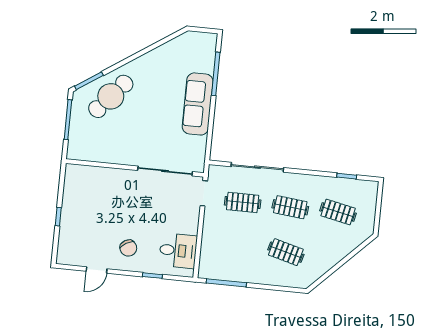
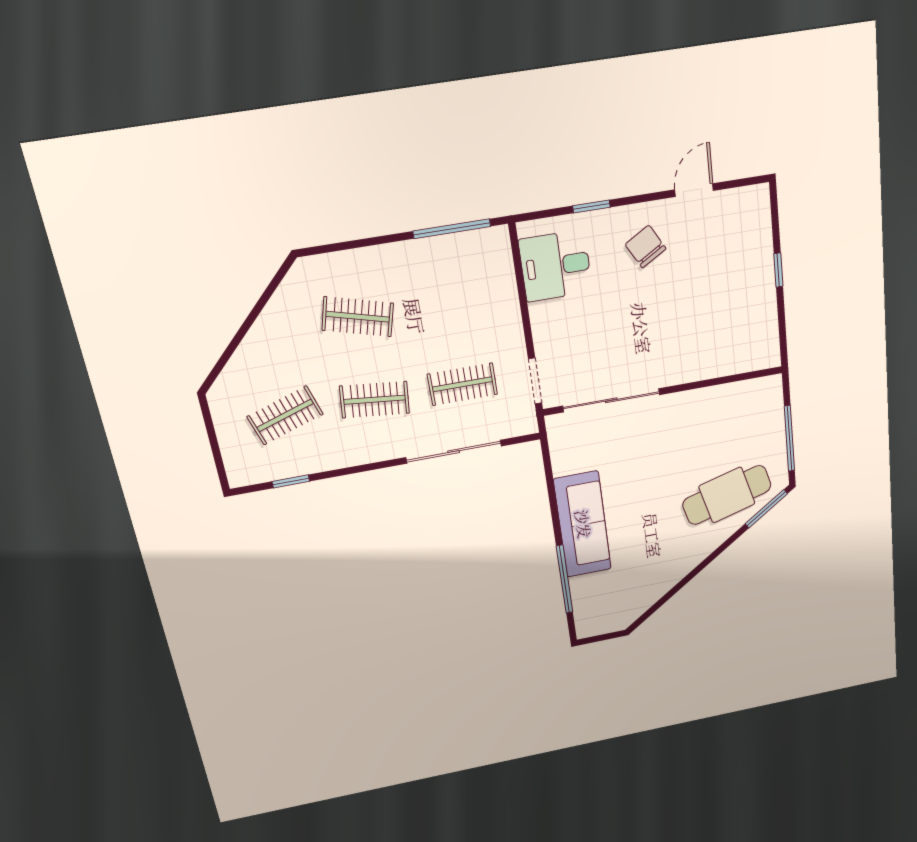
cafe table: (111, 96) -> (727, 495), turned 34
clothes rail: (338, 212) -> (285, 415), turned -30

